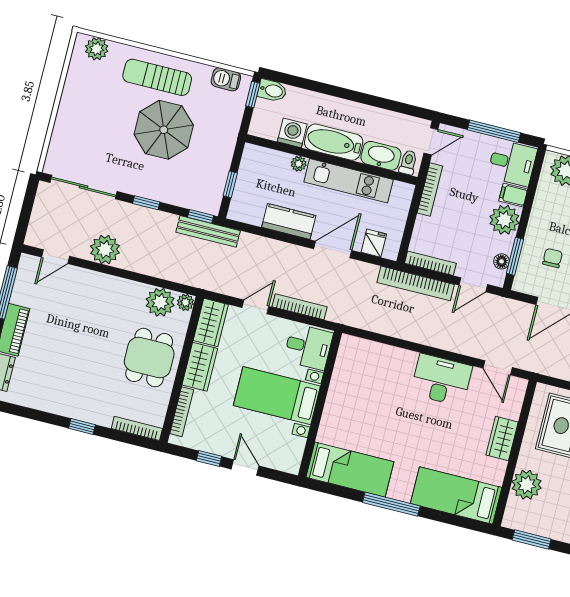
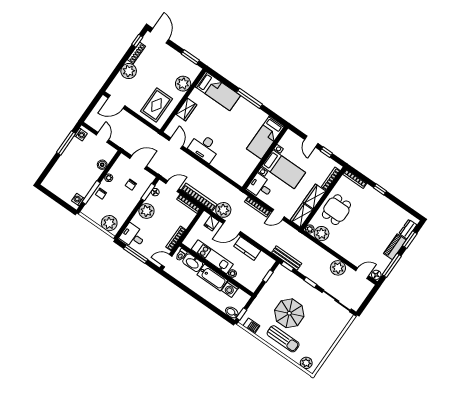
filing cabinet: (513, 195) -> (138, 221), removed
floor lamp: (28, 264) -> (376, 275), added
plant: (361, 277) -> (223, 210), added
bed: (350, 470) -> (265, 137), moved, turned -90

